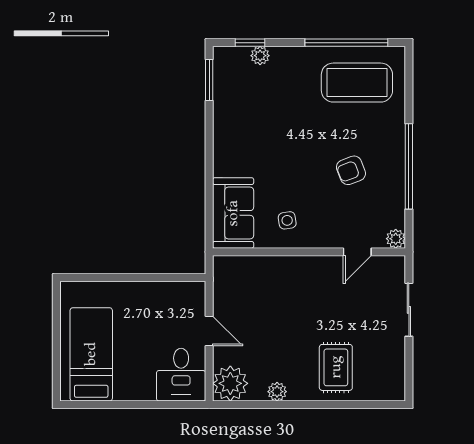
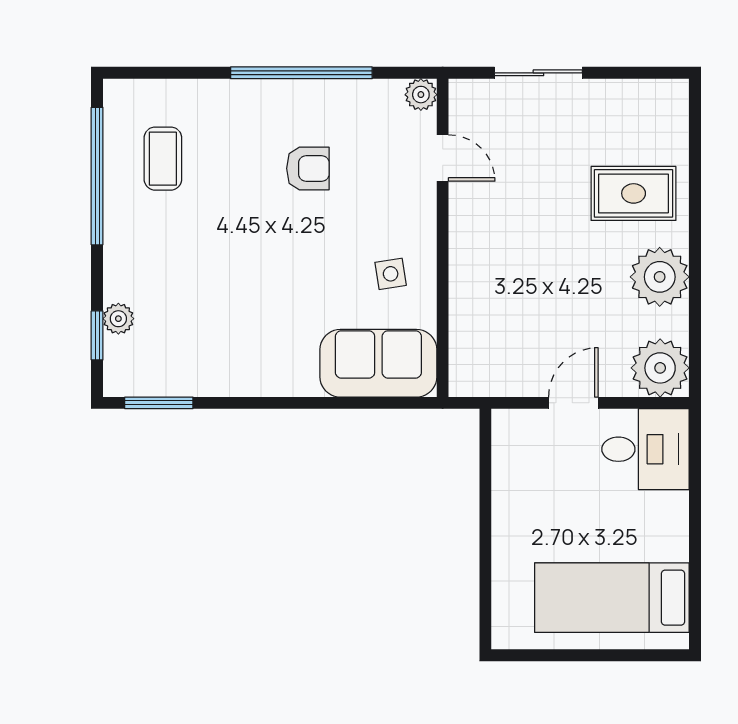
coffee table: (357, 83) -> (163, 159), width x0.54, depth x0.58
armchair: (351, 170) -> (308, 168), turned -69
plant: (277, 392) -> (660, 277), width x1.88, depth x1.88

